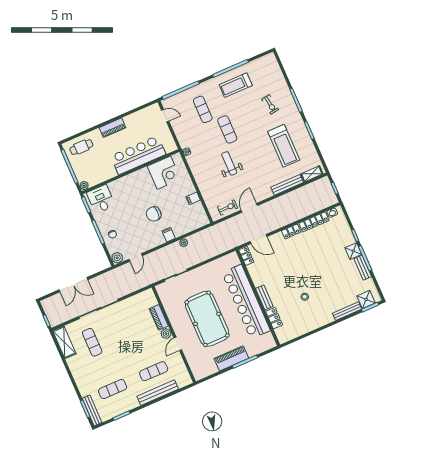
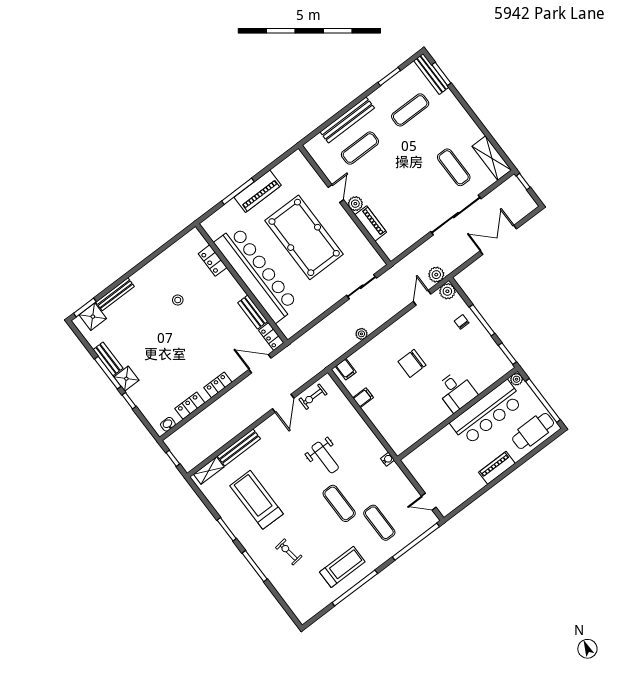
cafe table: (81, 147) -> (533, 431), width x1.37, depth x1.35
bar counter: (138, 155) -> (487, 413), moved
corner desk: (164, 173) -> (412, 423), removed
desk: (101, 199) -> (456, 391), moved
chair: (154, 214) -> (412, 363), turned 180
locker: (314, 222) -> (190, 406), width x0.66
filing cabinet: (169, 235) -> (346, 369), moved
plant: (122, 271) -> (436, 275), added
bench: (264, 297) -> (253, 312), moved

